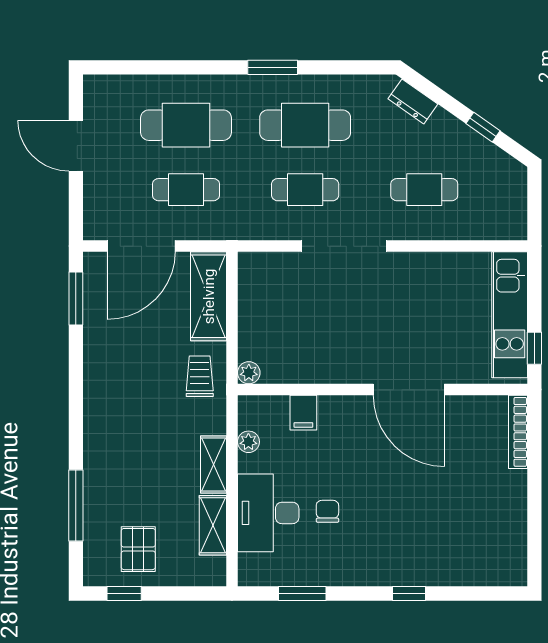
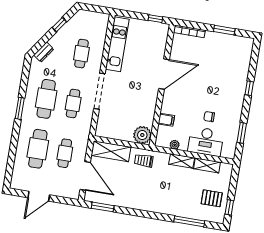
kitchen unit: (510, 315) -> (117, 44), moved, turned -90
plant: (249, 373) -> (142, 135), width x1.88, depth x1.88
window: (534, 513) -> (224, 30), added

